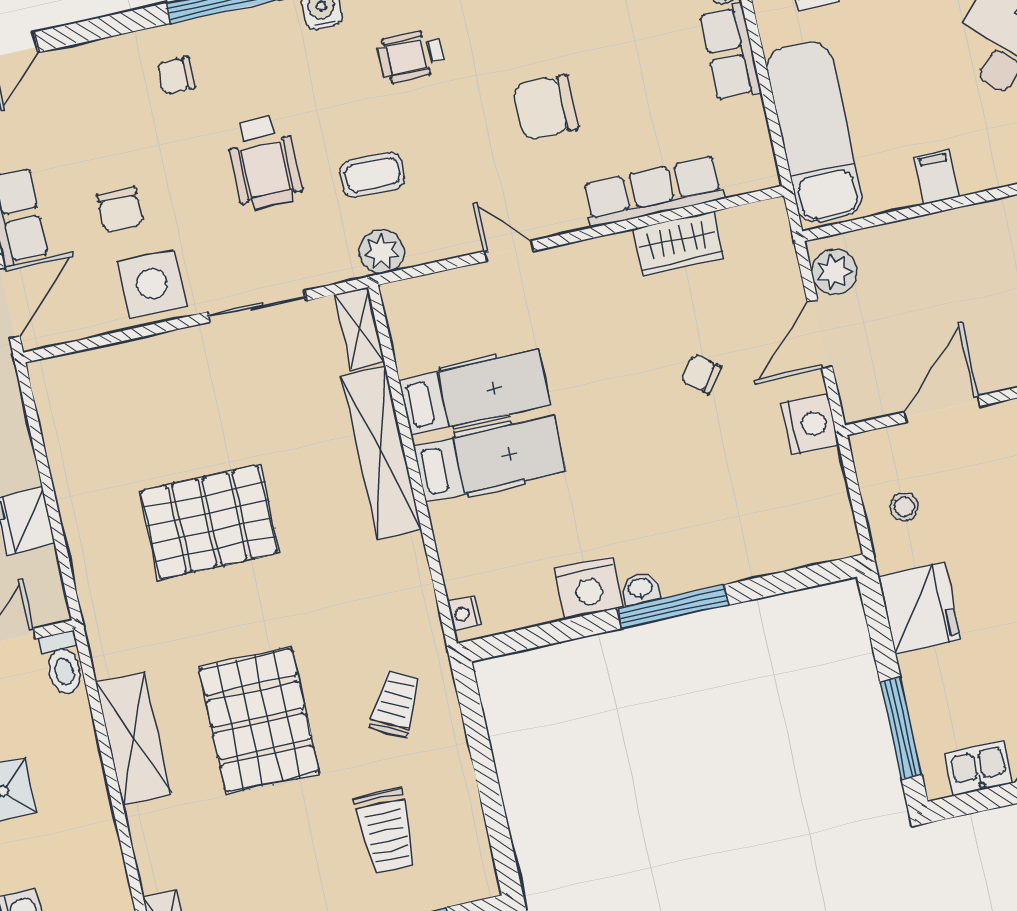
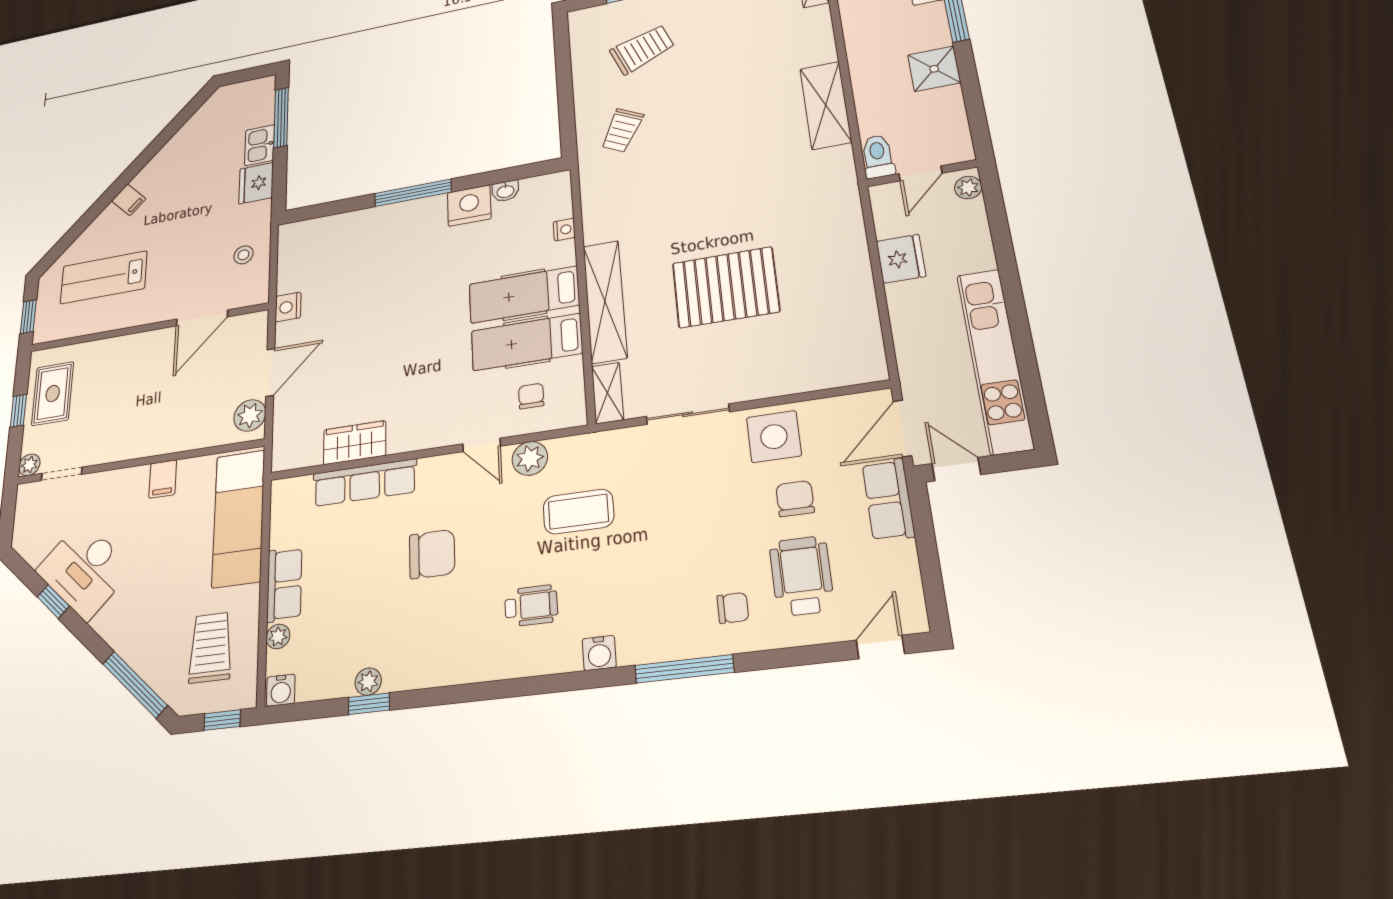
wheelchair: (264, 163) -> (802, 576), moved
coffee table: (372, 175) -> (578, 512), width x1.36, depth x1.30
plant: (382, 251) -> (530, 458), moved
chair: (701, 374) -> (531, 396), moved, turned -127
nightstand: (810, 424) -> (288, 307), width x0.74, depth x0.75
pallet: (209, 522) -> (726, 287), moved
washbasin: (641, 589) -> (505, 191), moved
fridge: (920, 608) -> (256, 183), width x0.73, depth x0.75
nightstand: (464, 614) -> (564, 230), moved
pallet: (259, 720) -> (726, 119), removed
kitchen sink: (979, 768) -> (260, 145), moved, turned 90
trolley: (386, 831) -> (642, 49), turned 69

